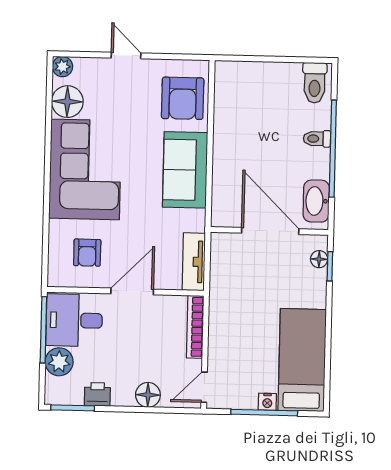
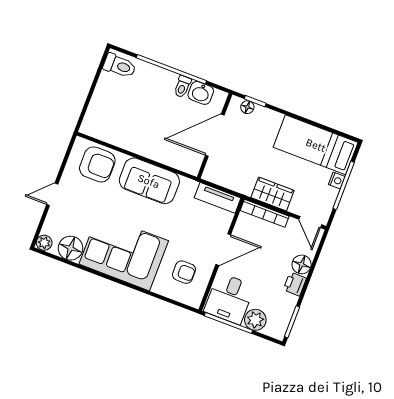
toilet: (317, 139) -> (182, 87), moved
washbasin: (316, 201) -> (201, 93), width x0.72
door: (132, 291) -> (223, 250), swing flipped
wardrobe: (223, 328) -> (272, 194), added
printer: (97, 394) -> (295, 284), moved

